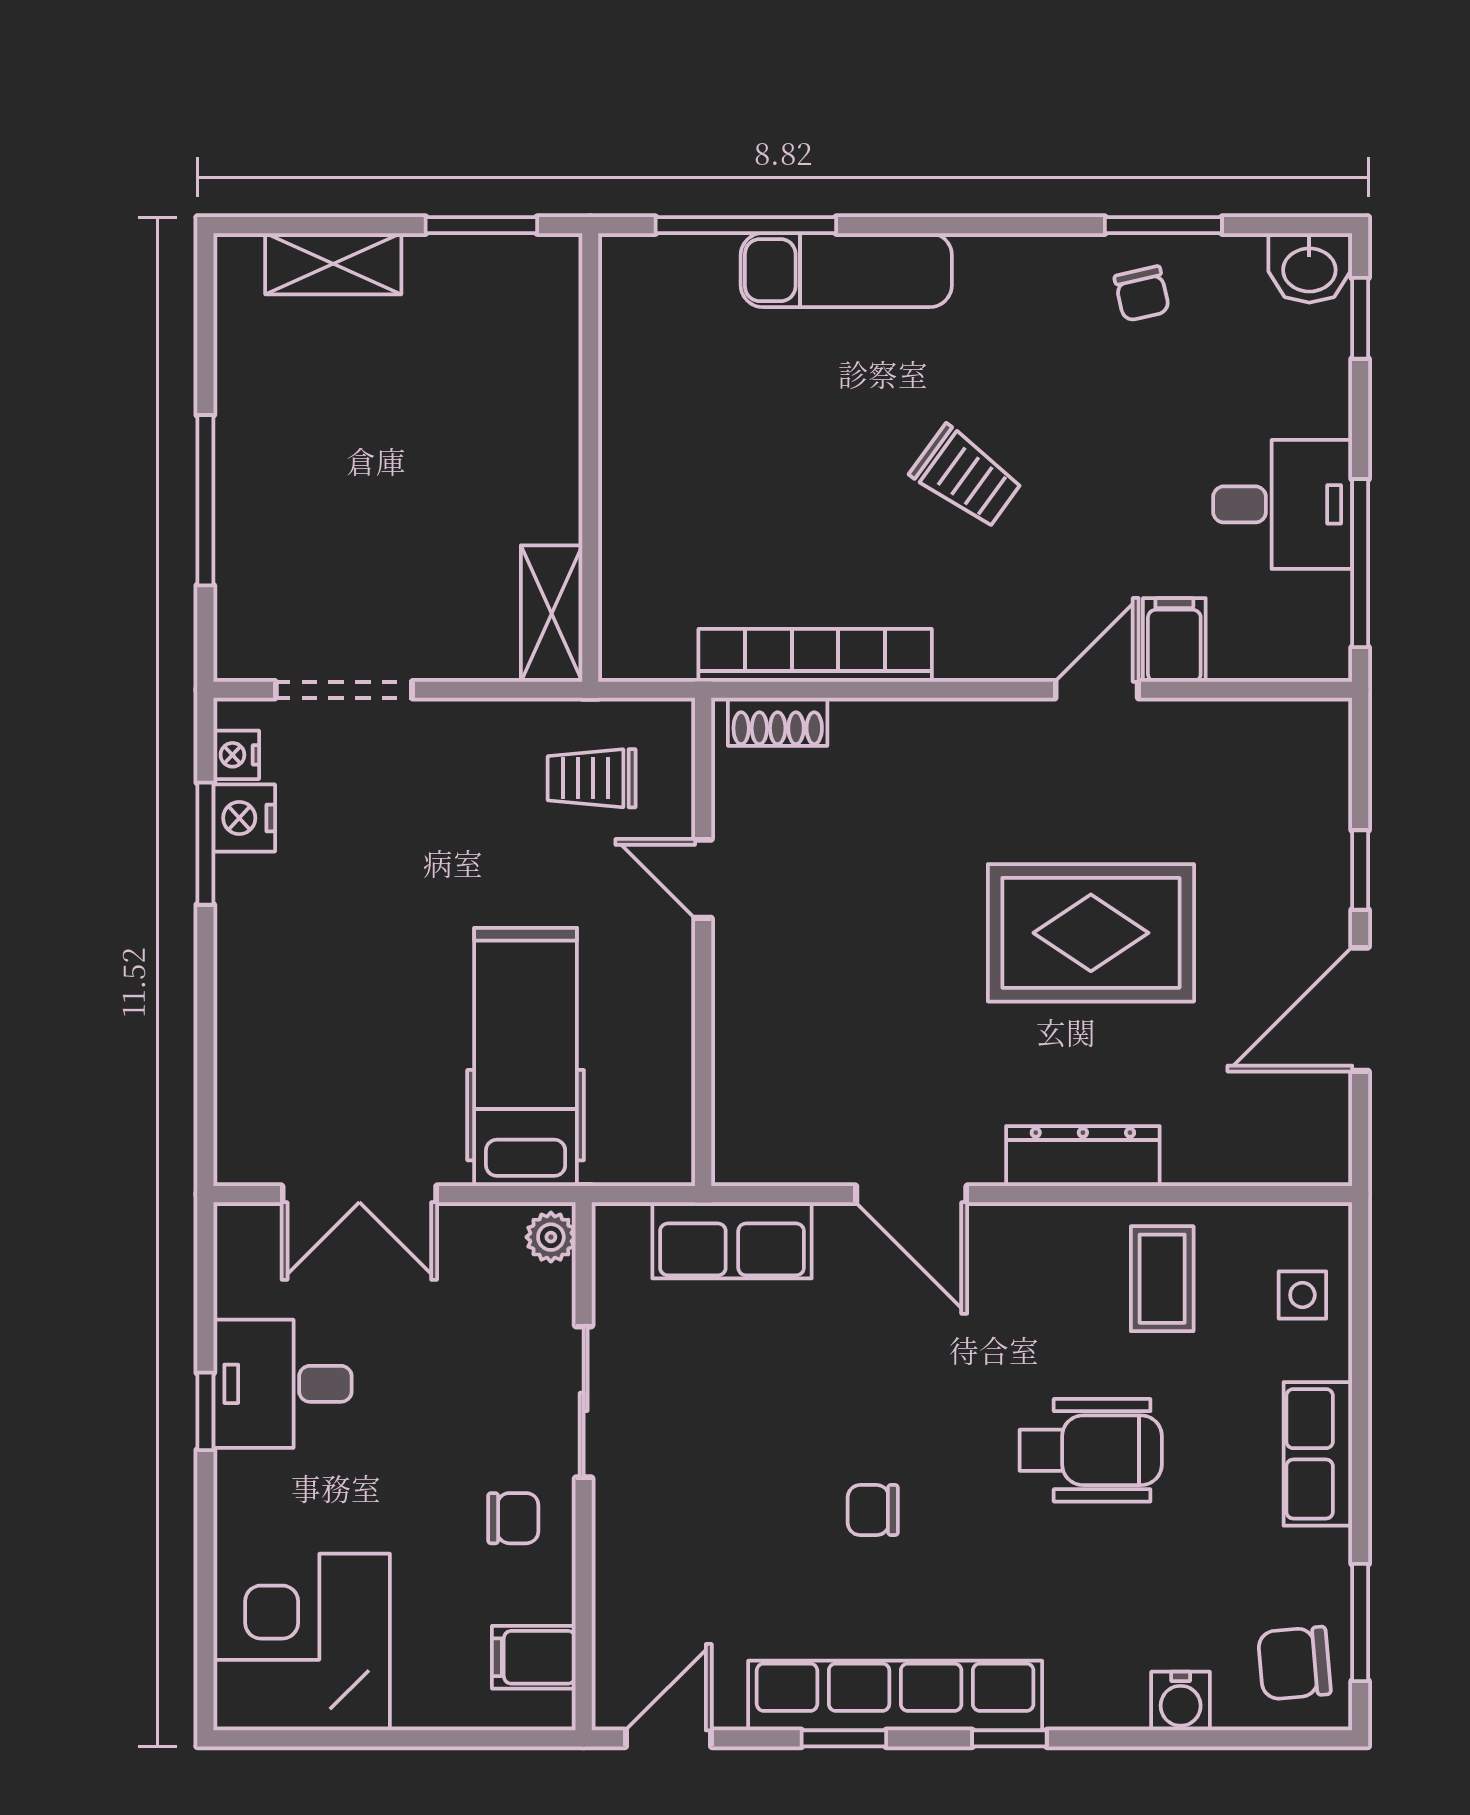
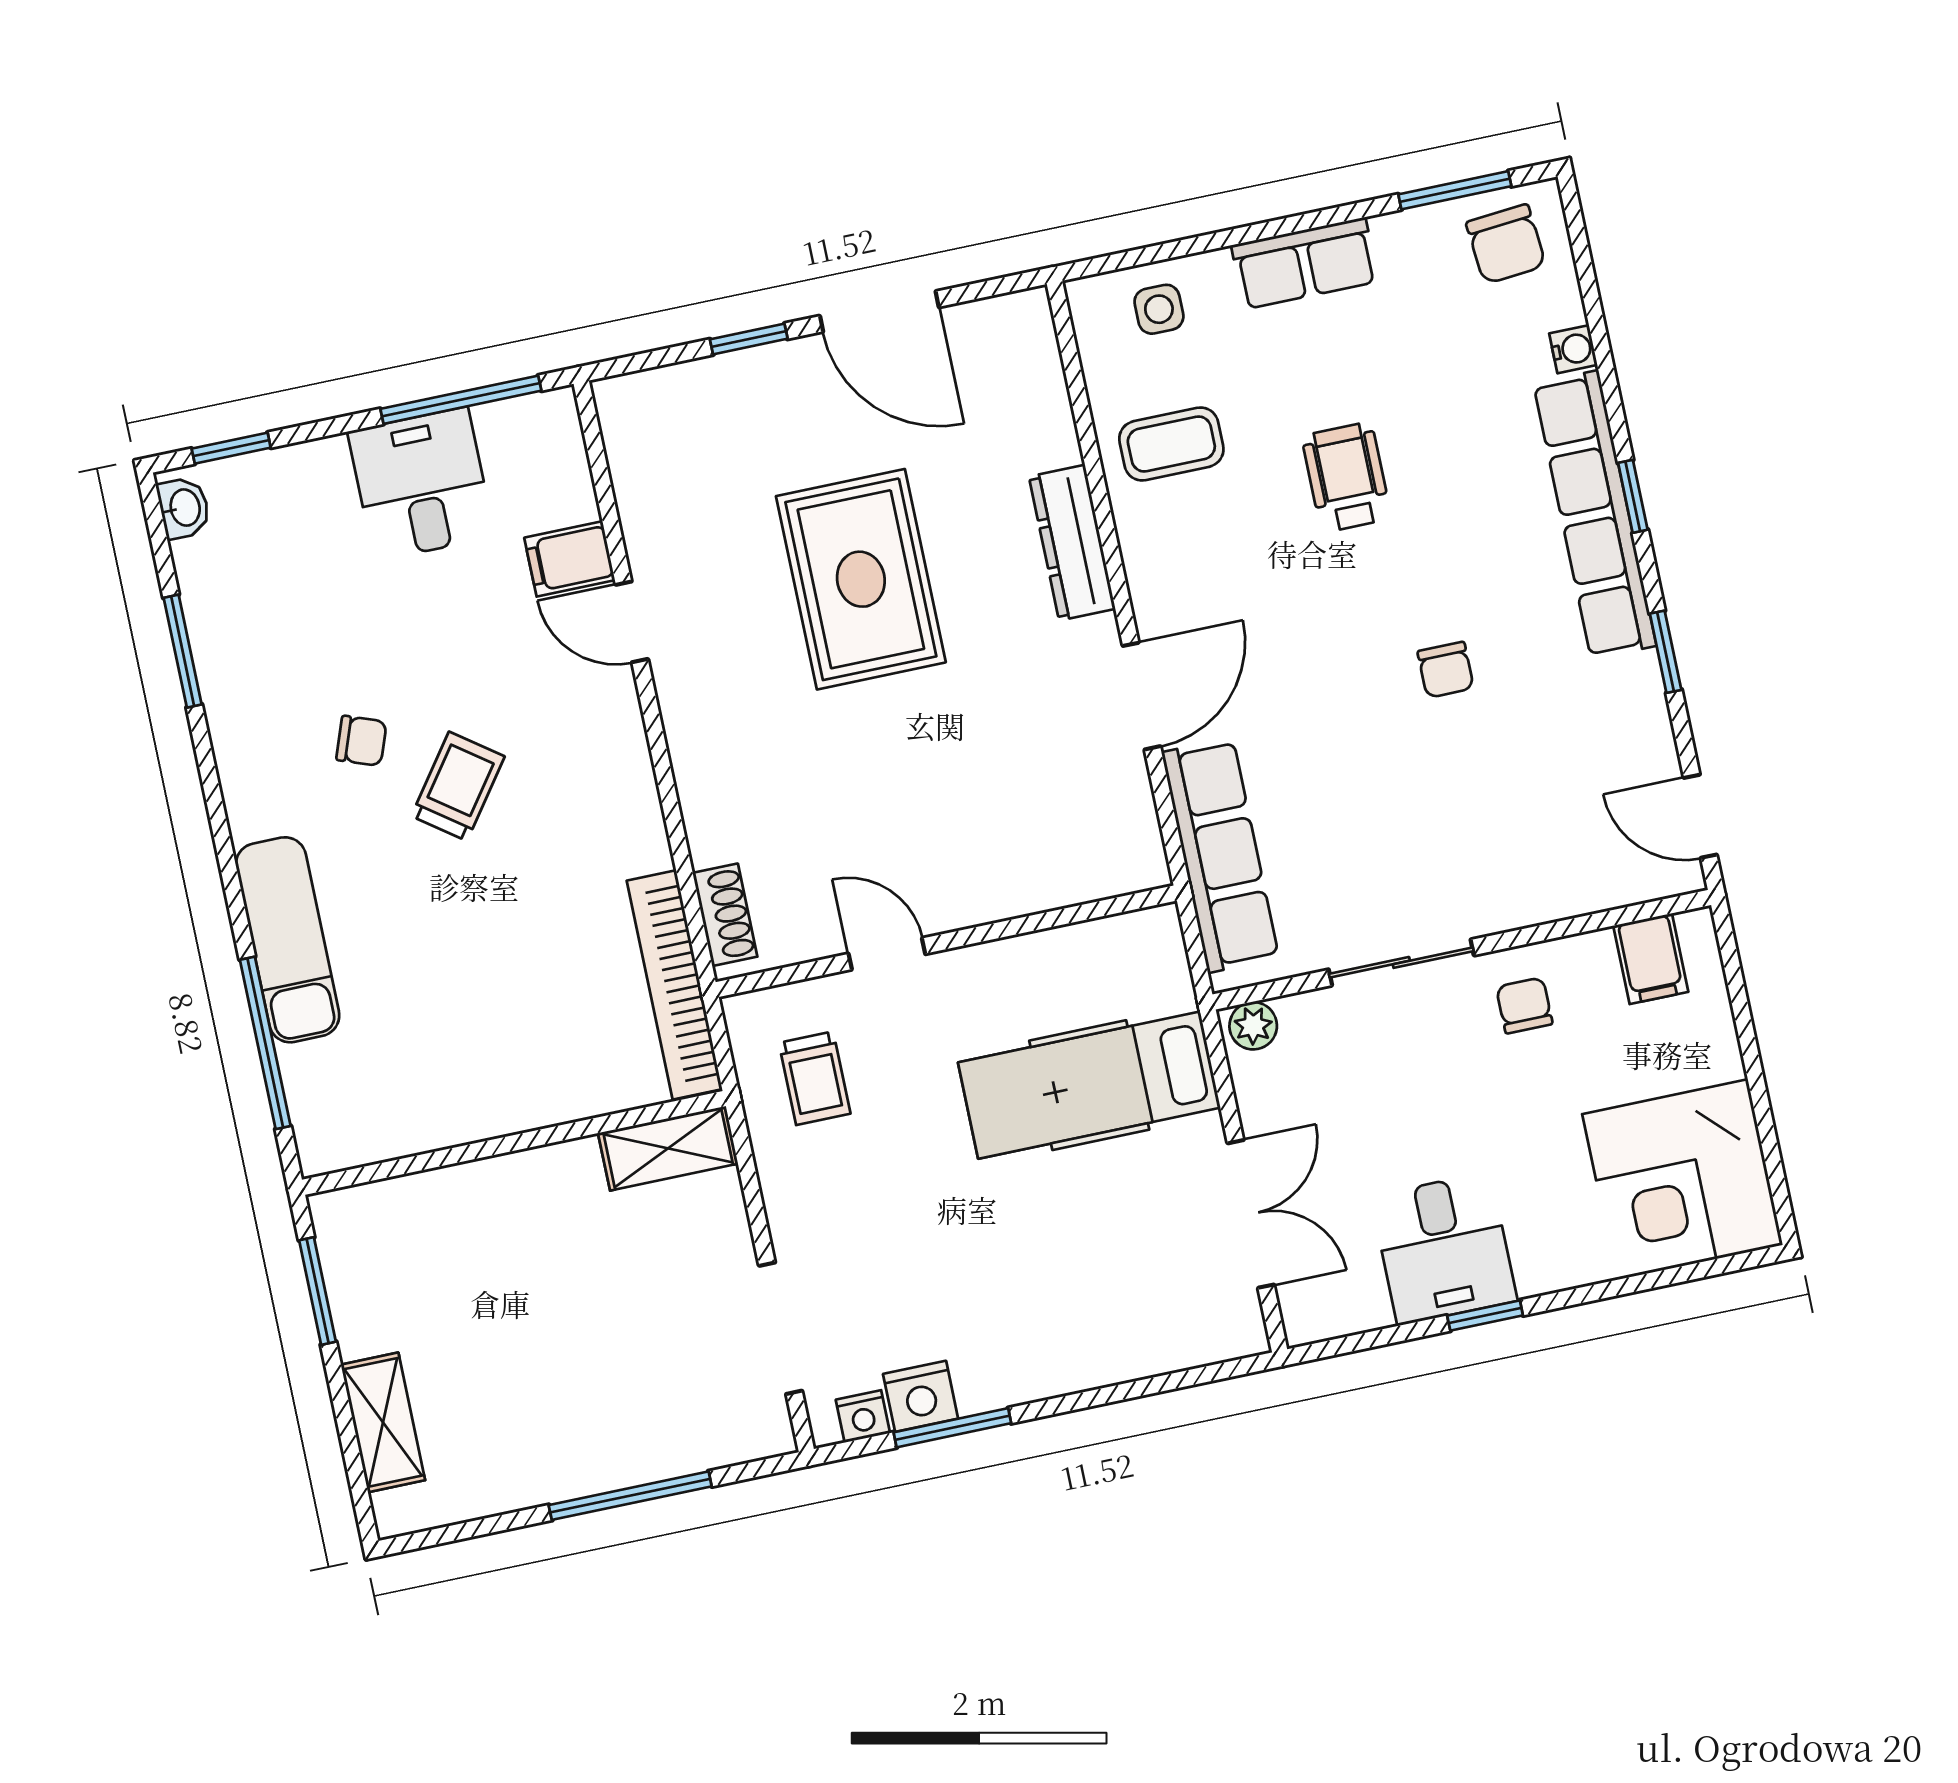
washbasin: (1309, 268) -> (184, 508), width x0.72, depth x0.69
chair: (1142, 294) -> (361, 741), moved, turned 33
bookcase: (815, 655) -> (674, 985), moved
door: (703, 879) -> (887, 954), swing flipped
row of seats: (732, 1240) -> (1220, 855), width x1.48
wheelchair: (1091, 1450) -> (1346, 477), width x0.73, depth x0.73
row of seats: (895, 1696) -> (1595, 515), moved
water cooler: (1181, 1701) -> (1573, 349), width x0.72, depth x0.72

